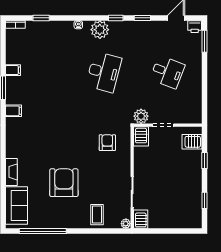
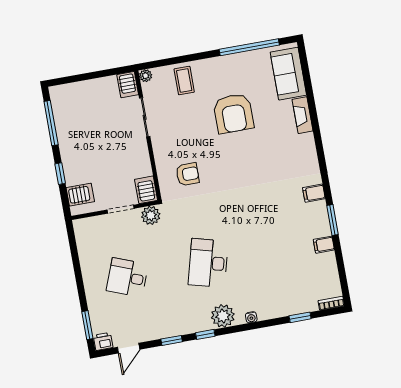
armchair: (107, 143) -> (188, 174), turned -90
window: (204, 200) -> (51, 123), width x2.17

